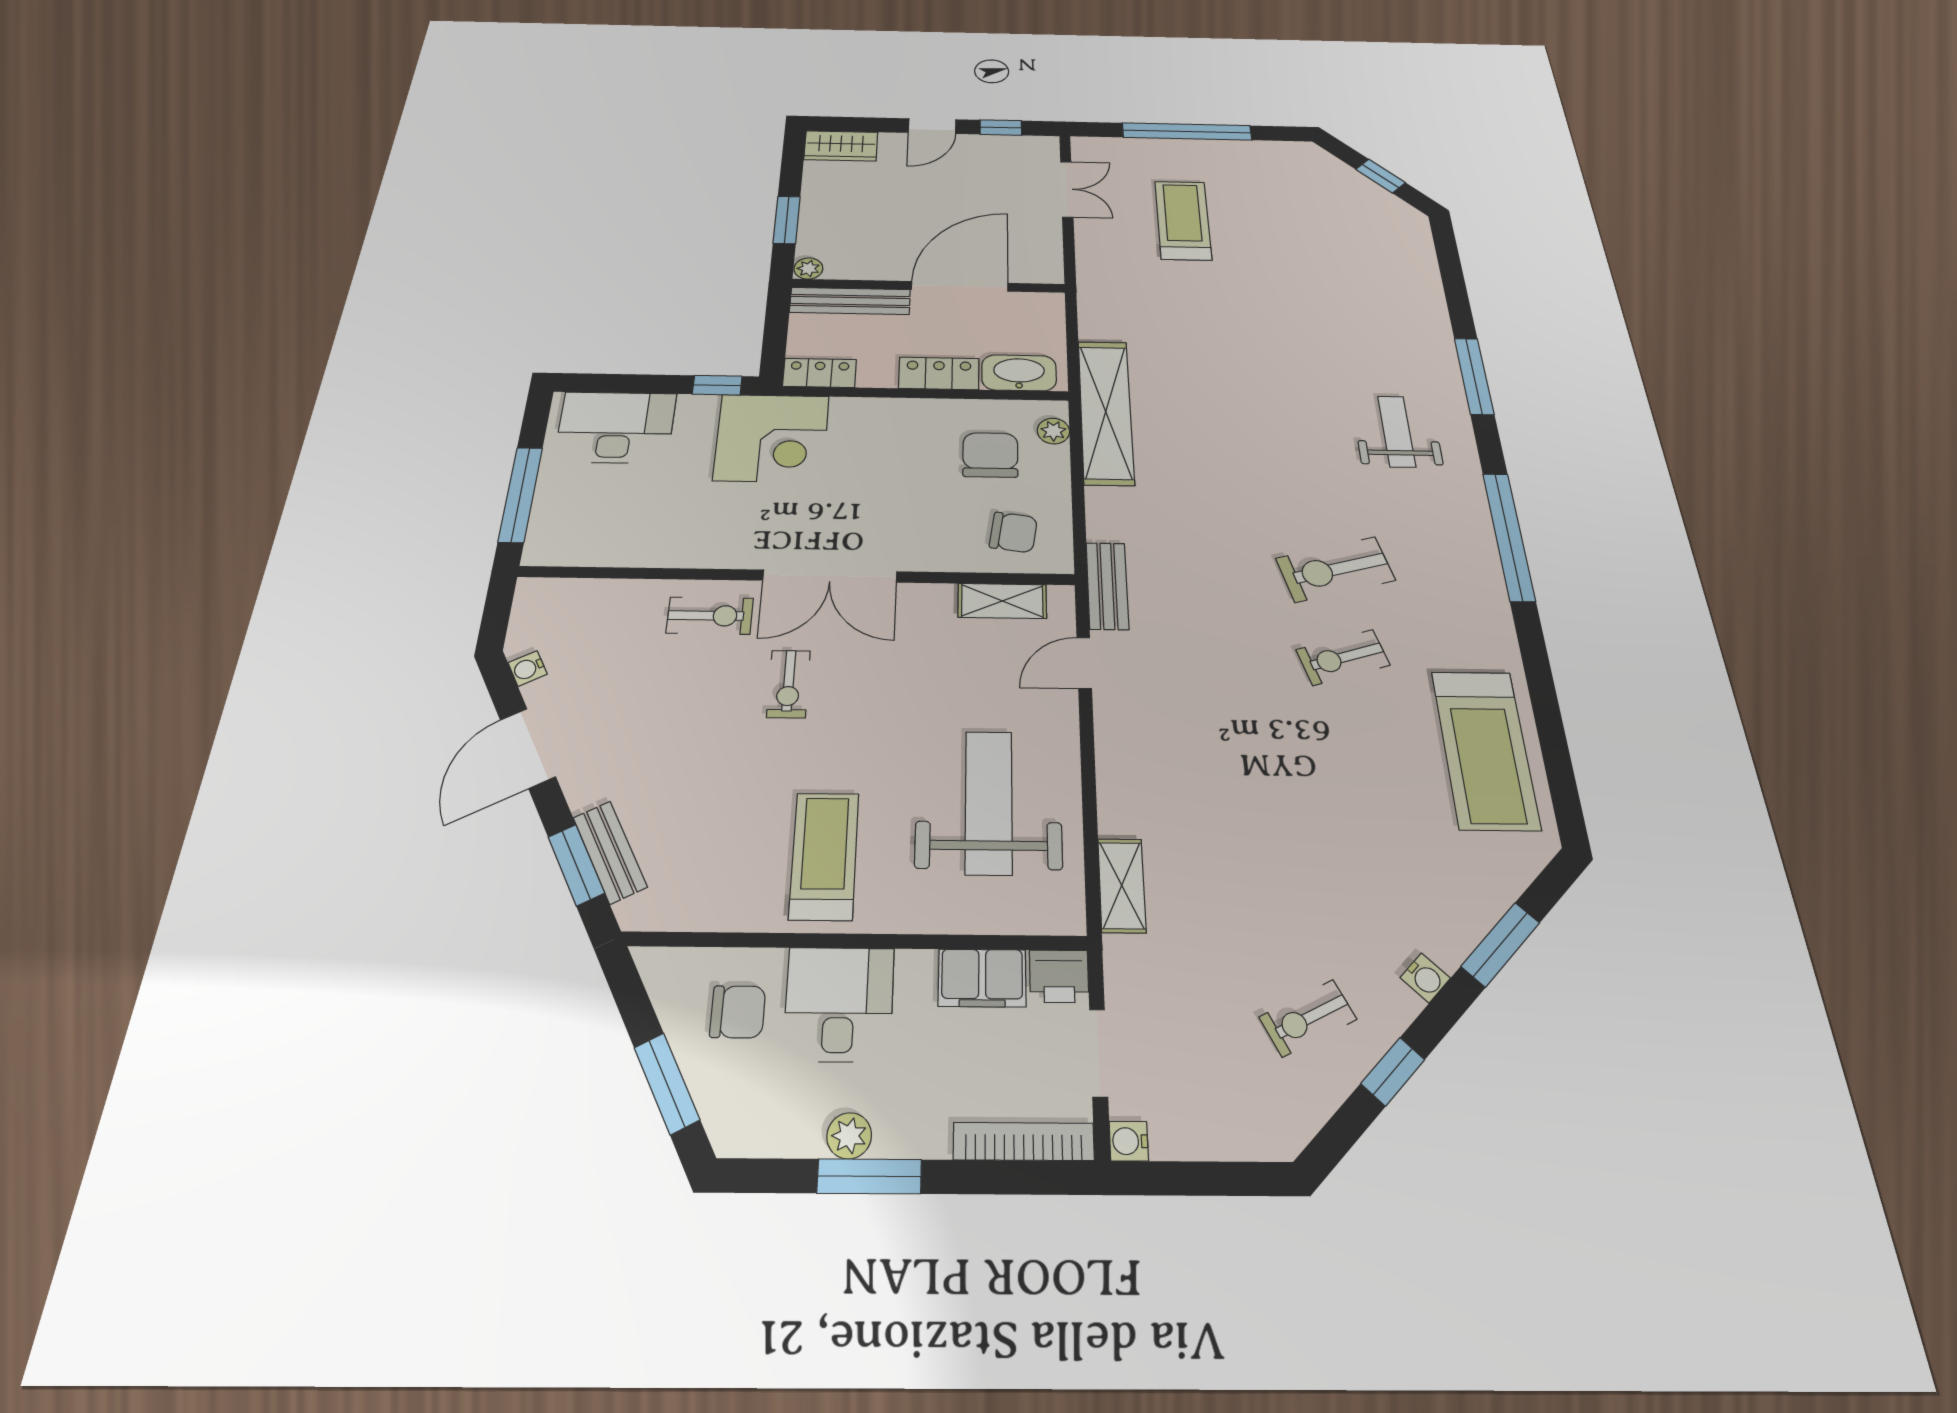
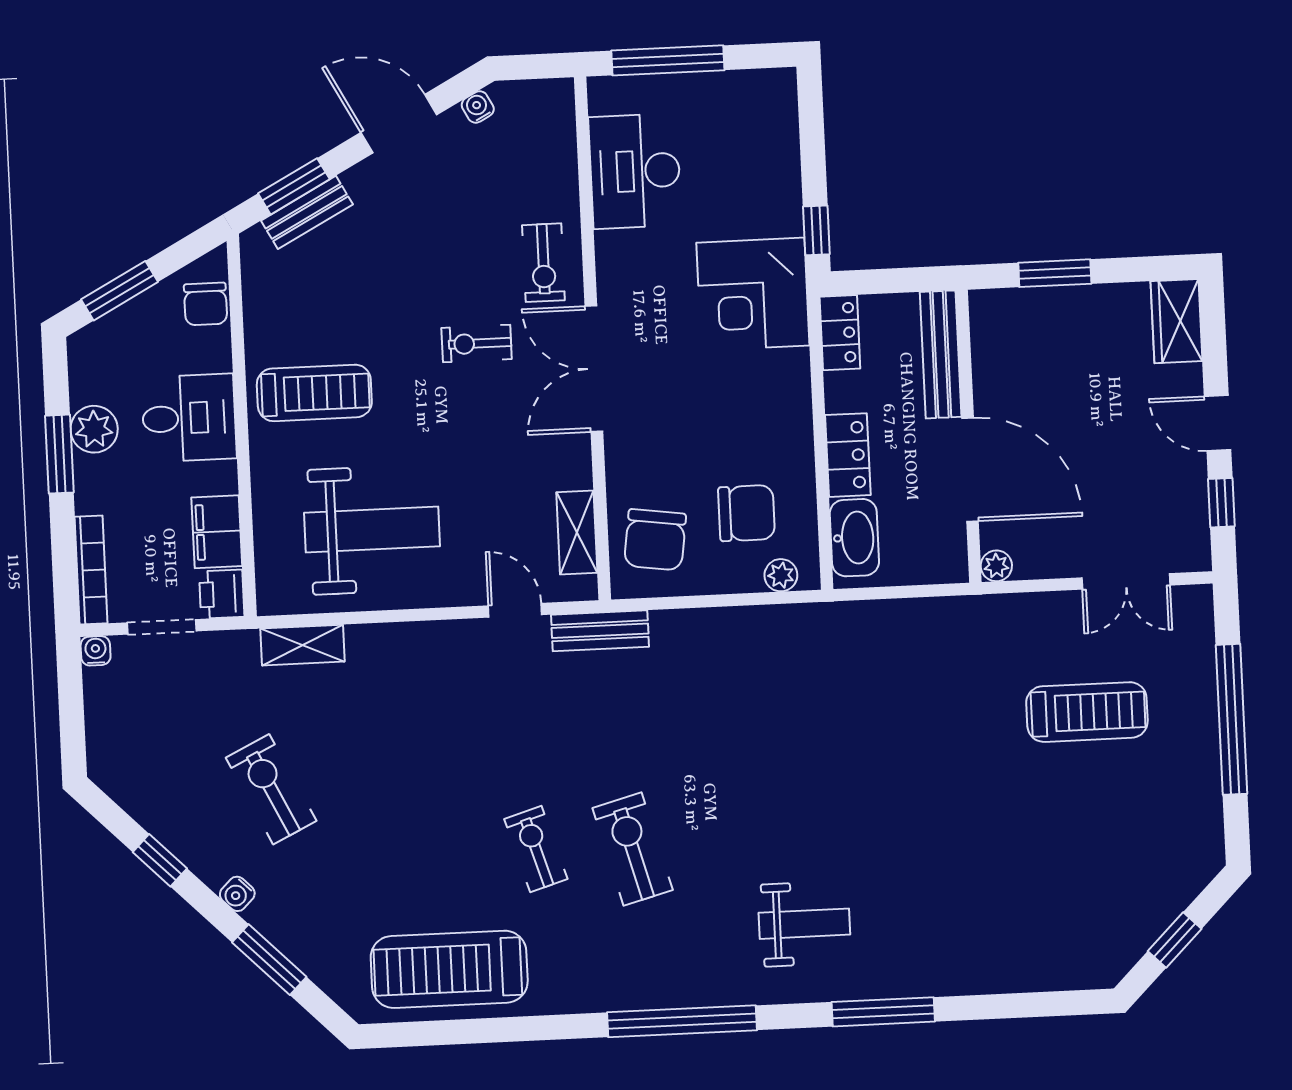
plant: (808, 269) -> (996, 566), moved
shelving: (1106, 412) -> (809, 628), removed
desk: (616, 427) -> (635, 171), moved, turned 180
chair: (1013, 532) -> (655, 540), width x1.37, depth x1.37
chair: (738, 1012) -> (206, 304), moved
exercise bike: (1308, 1018) -> (271, 789), moved, width x1.38, depth x1.39
plant: (849, 1136) -> (94, 429), width x1.38, depth x1.38

